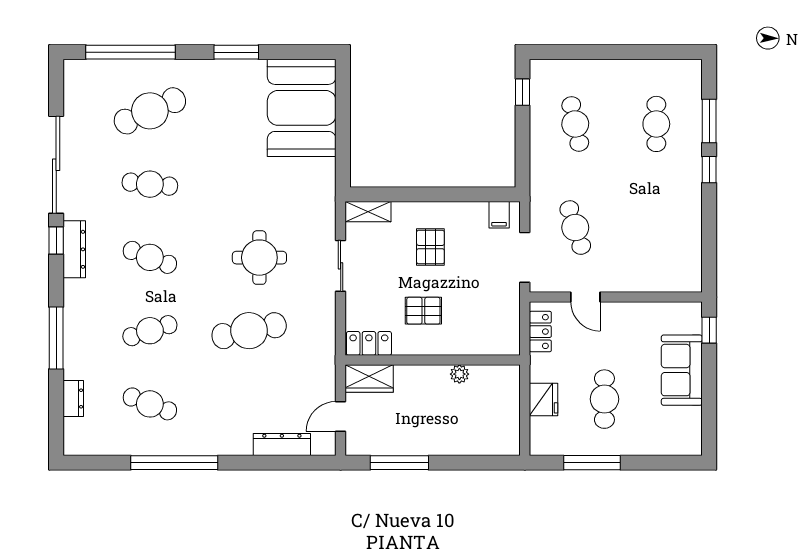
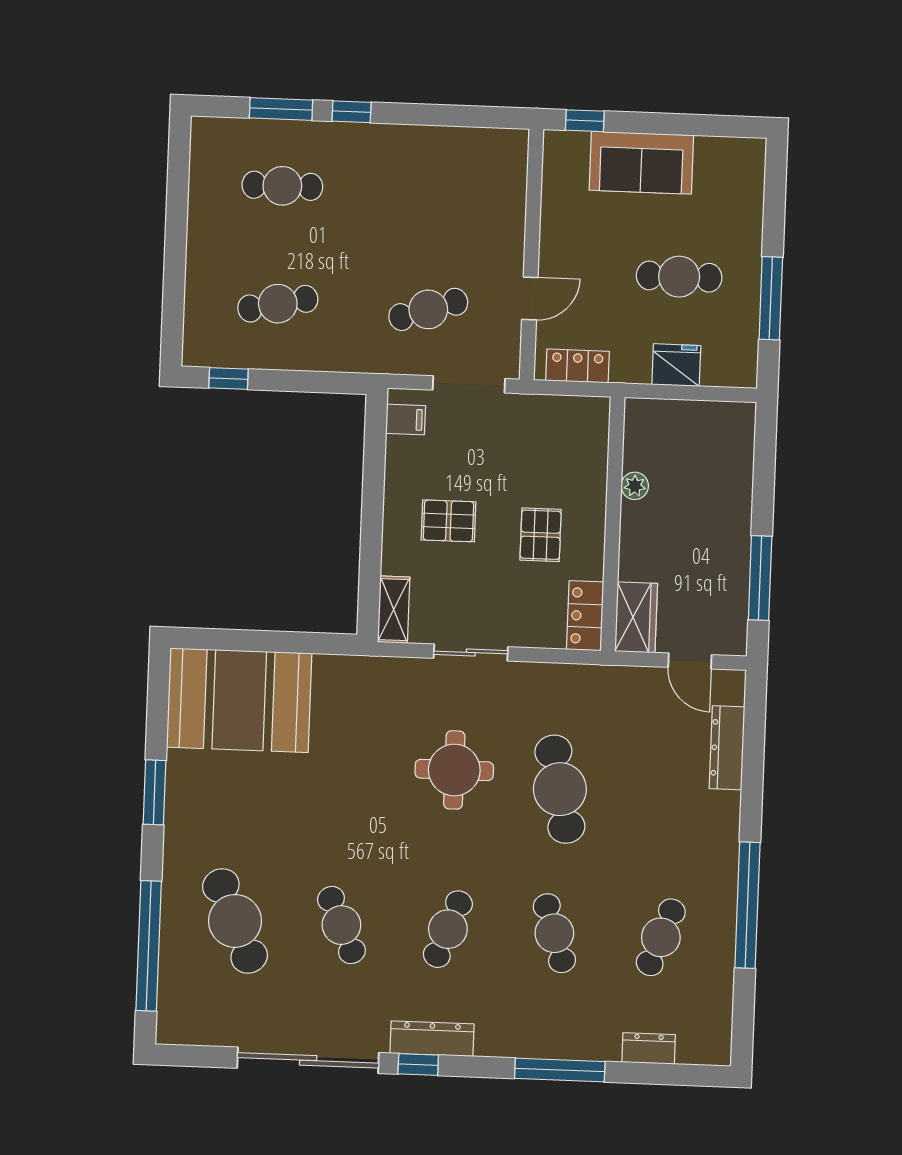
cafe table: (150, 184) -> (341, 925), turned -30

